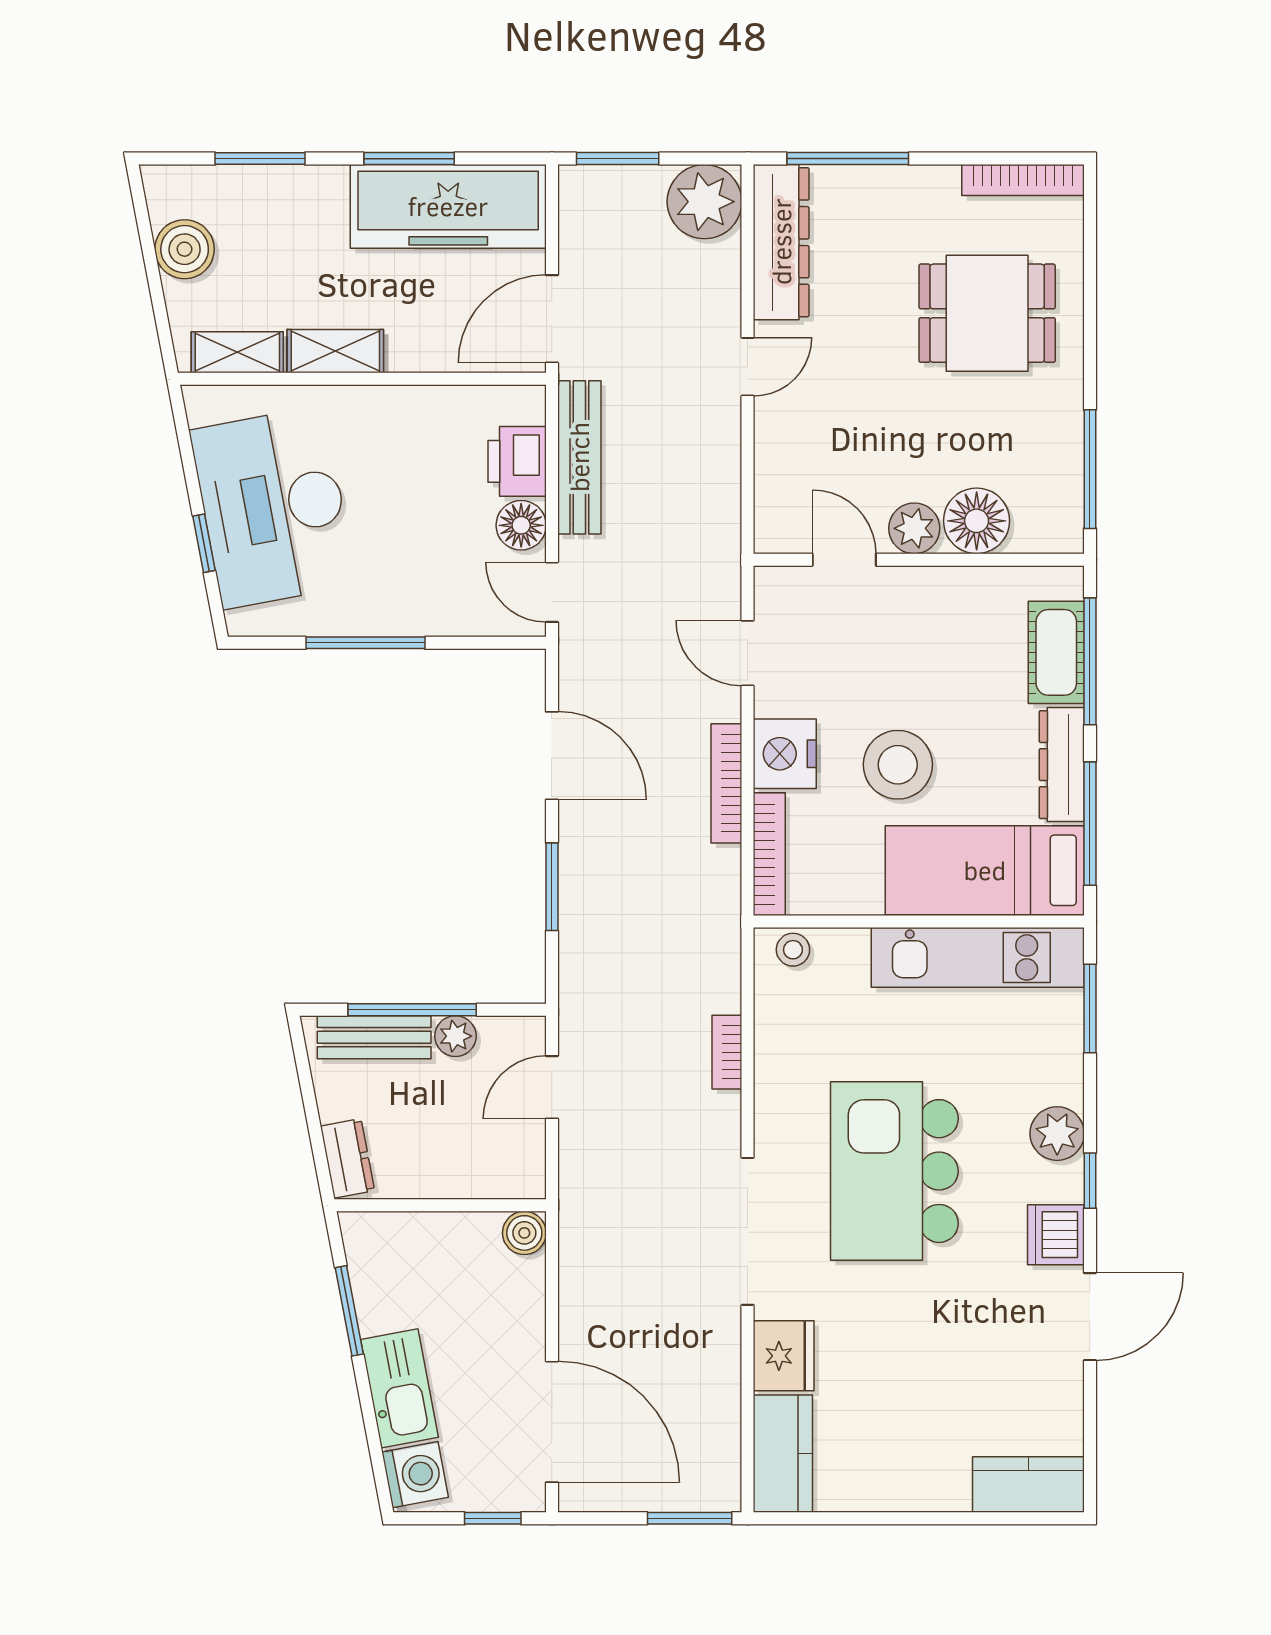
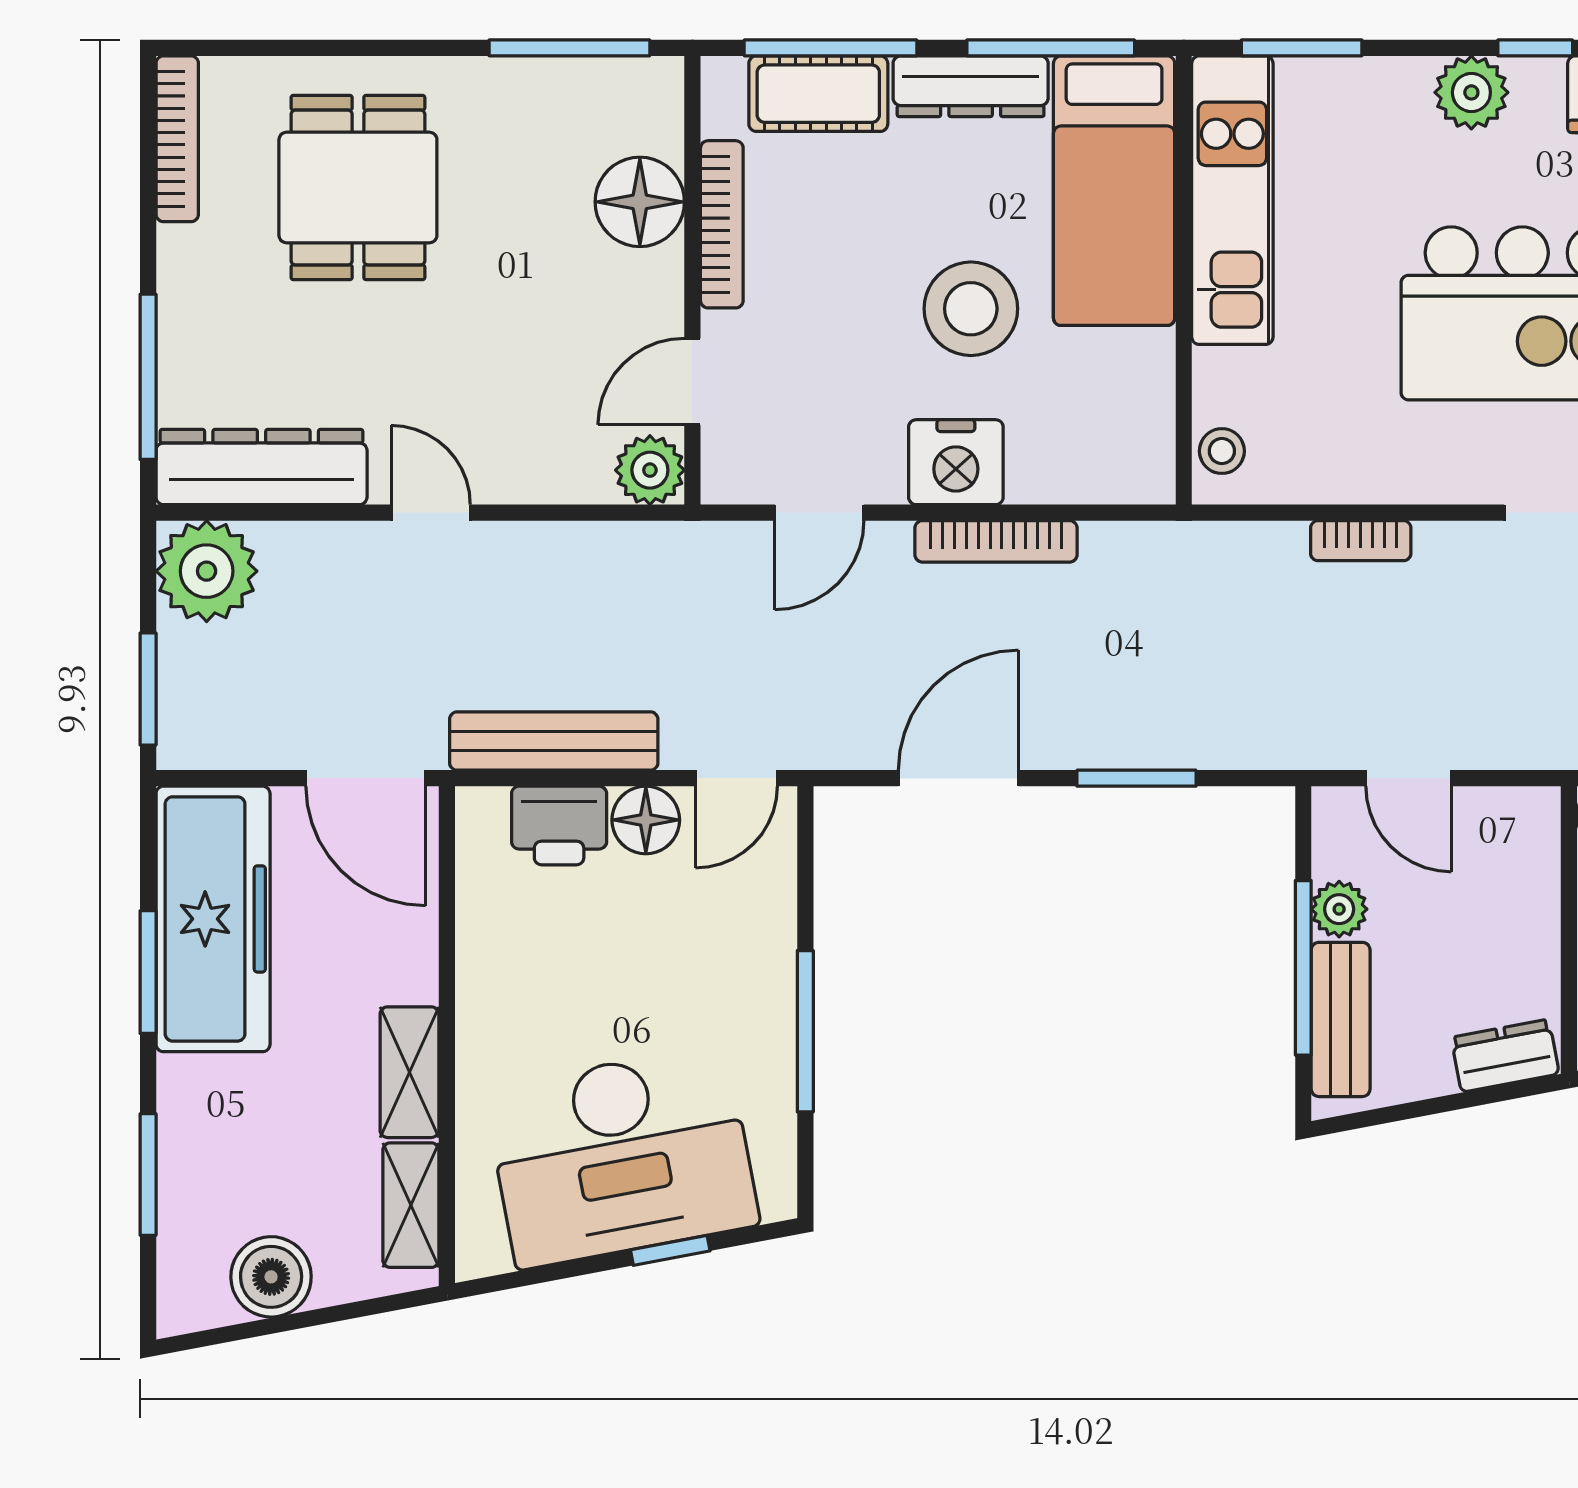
plant: (914, 528) -> (650, 470), moved
bookcase: (769, 854) -> (722, 224), moved, turned 90

